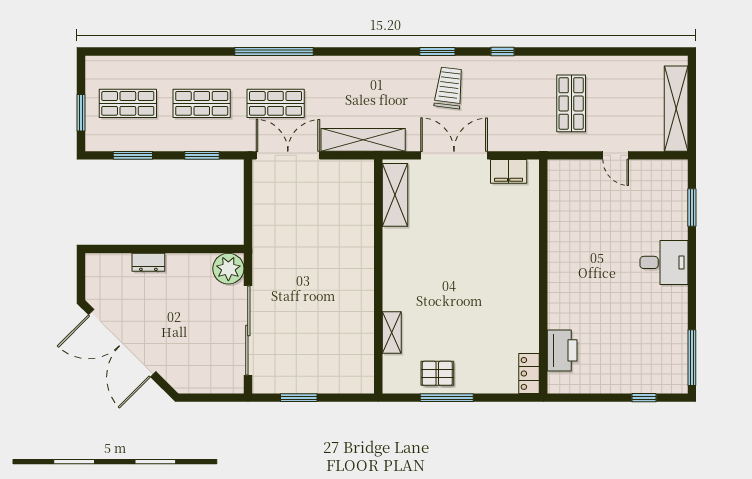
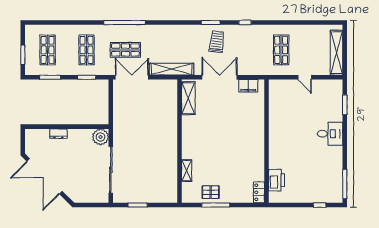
shop shelf: (128, 103) -> (48, 50), turned 90
shop shelf: (202, 103) -> (86, 50), turned 90

